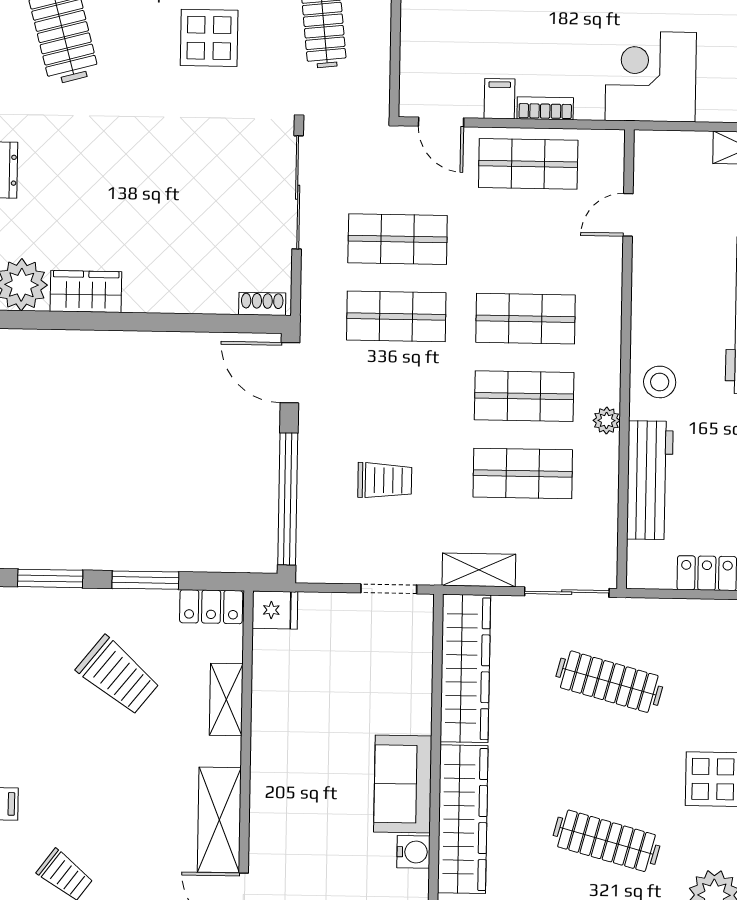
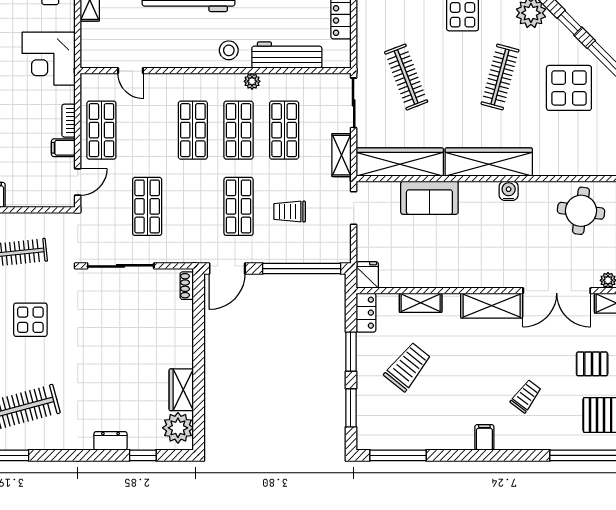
shop shelf: (396, 316) -> (239, 206), moved
trolley: (385, 480) -> (290, 212), turned -90
clothes rail: (609, 682) -> (406, 77), turned -36
sofa: (403, 784) -> (429, 198), moved

